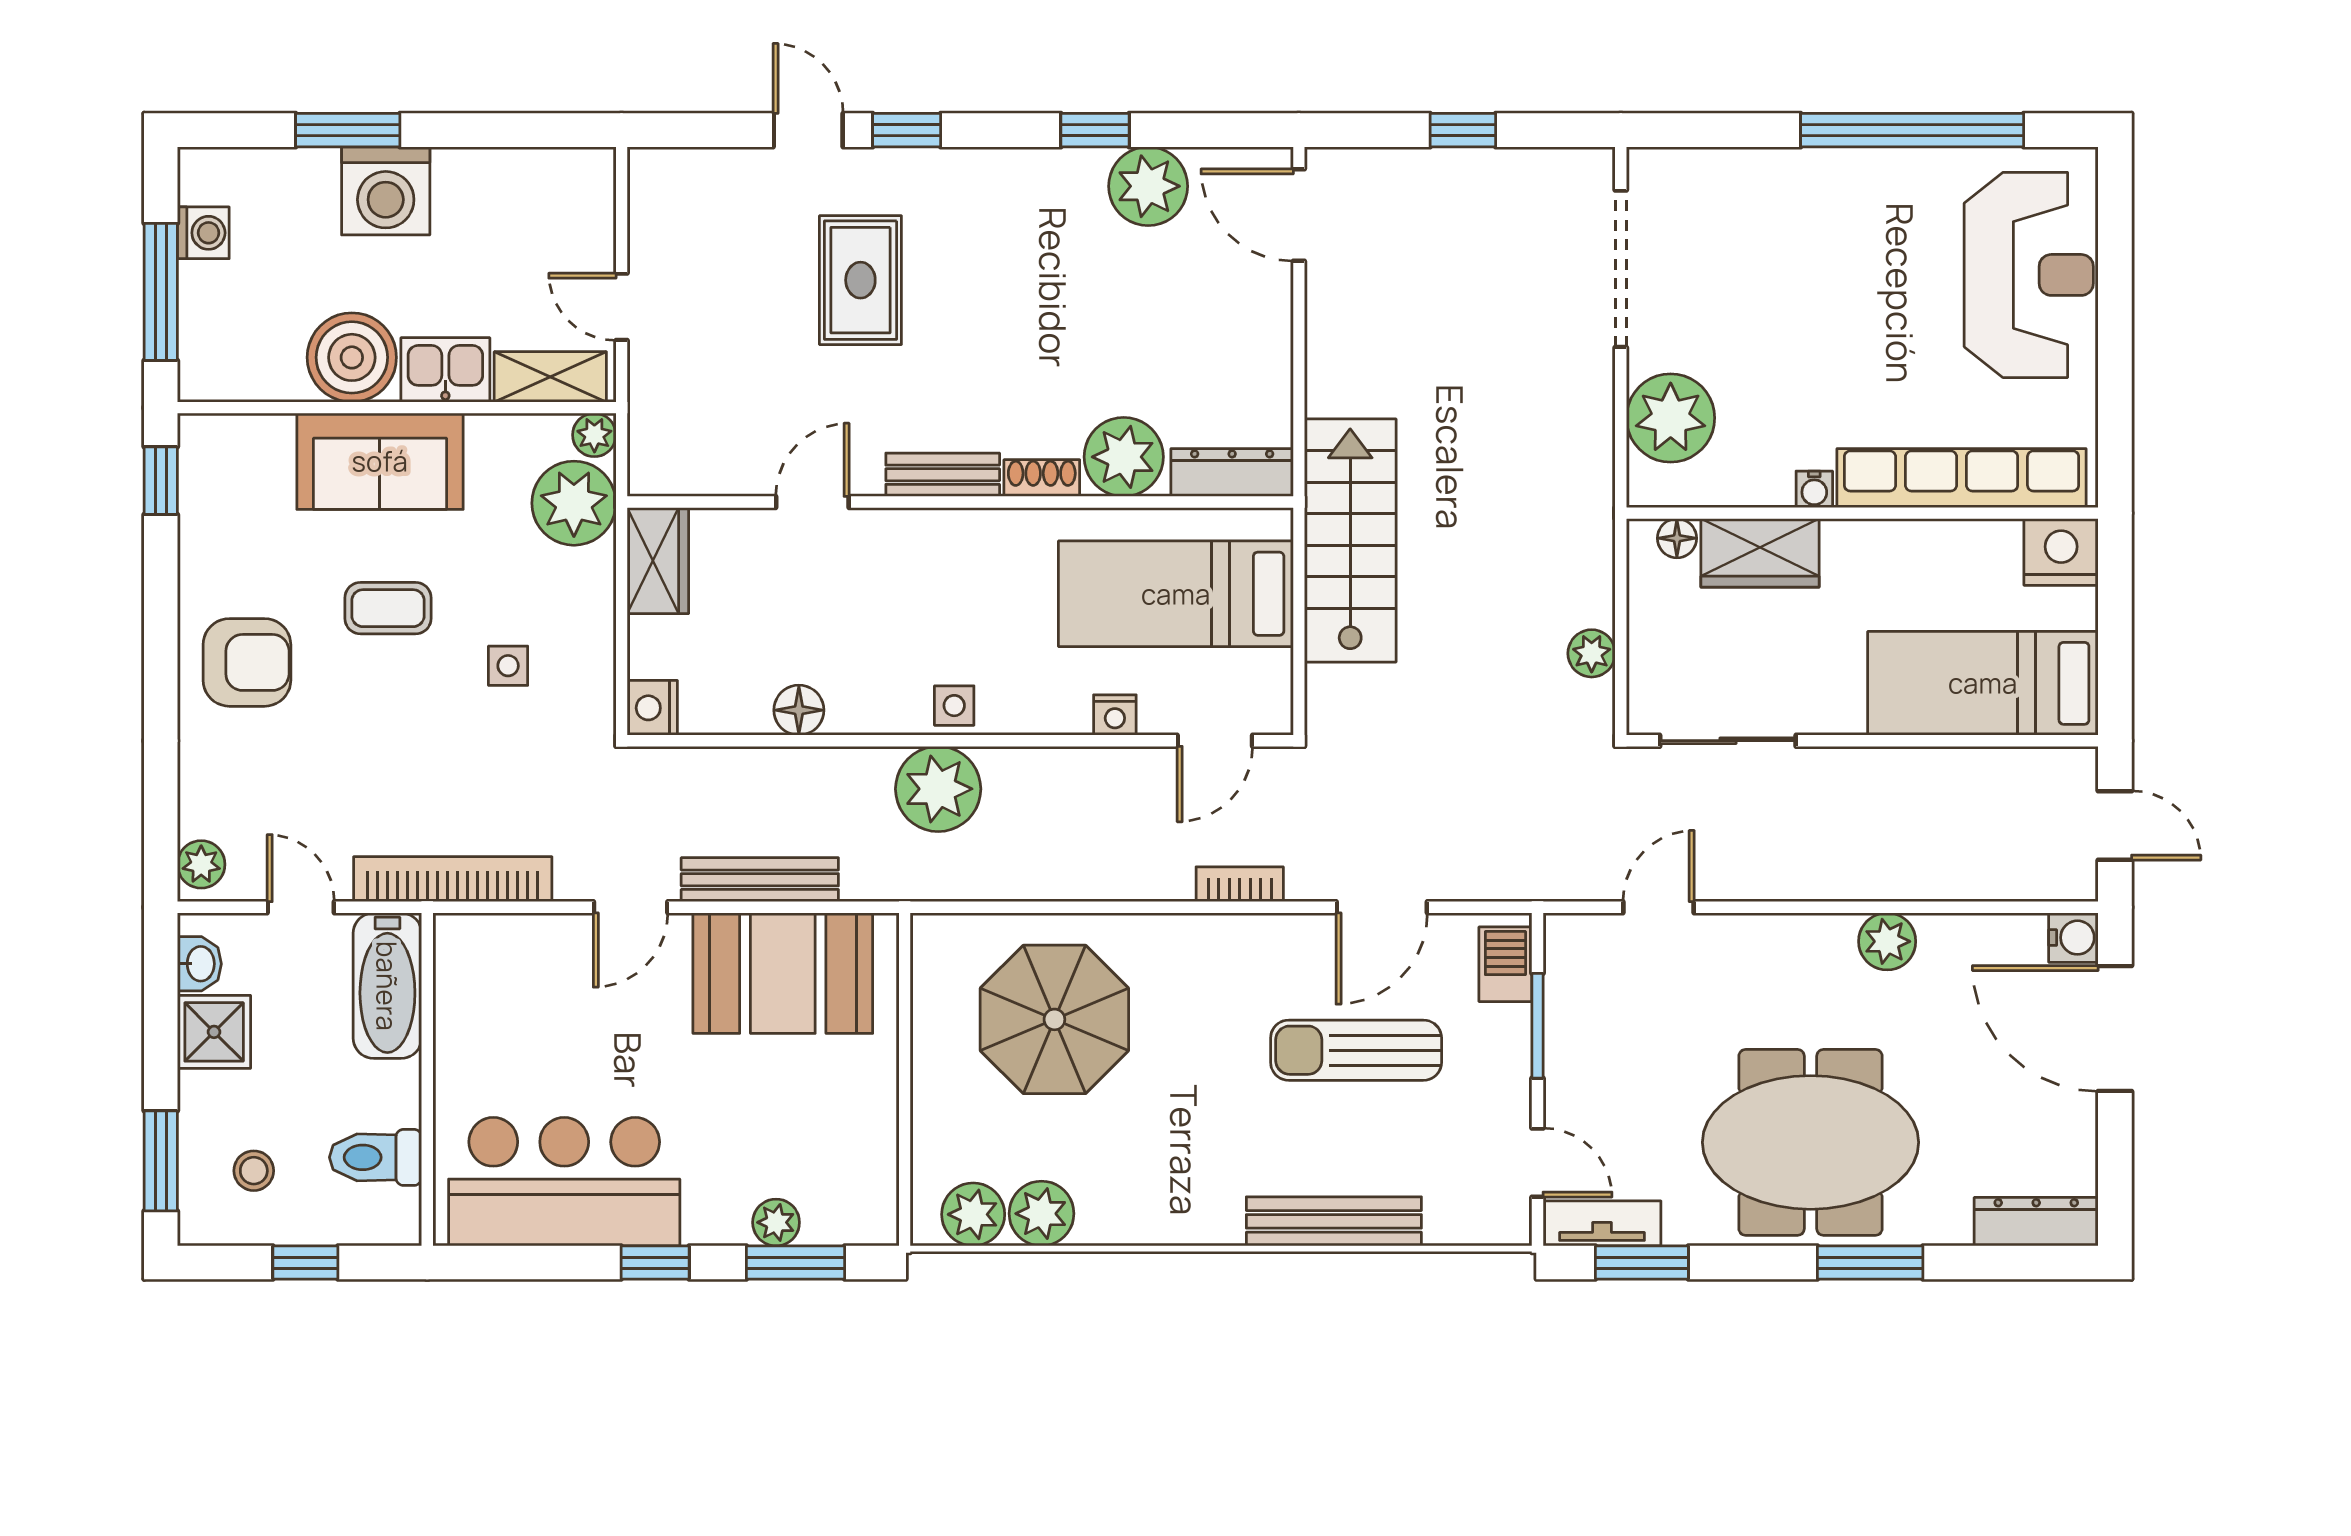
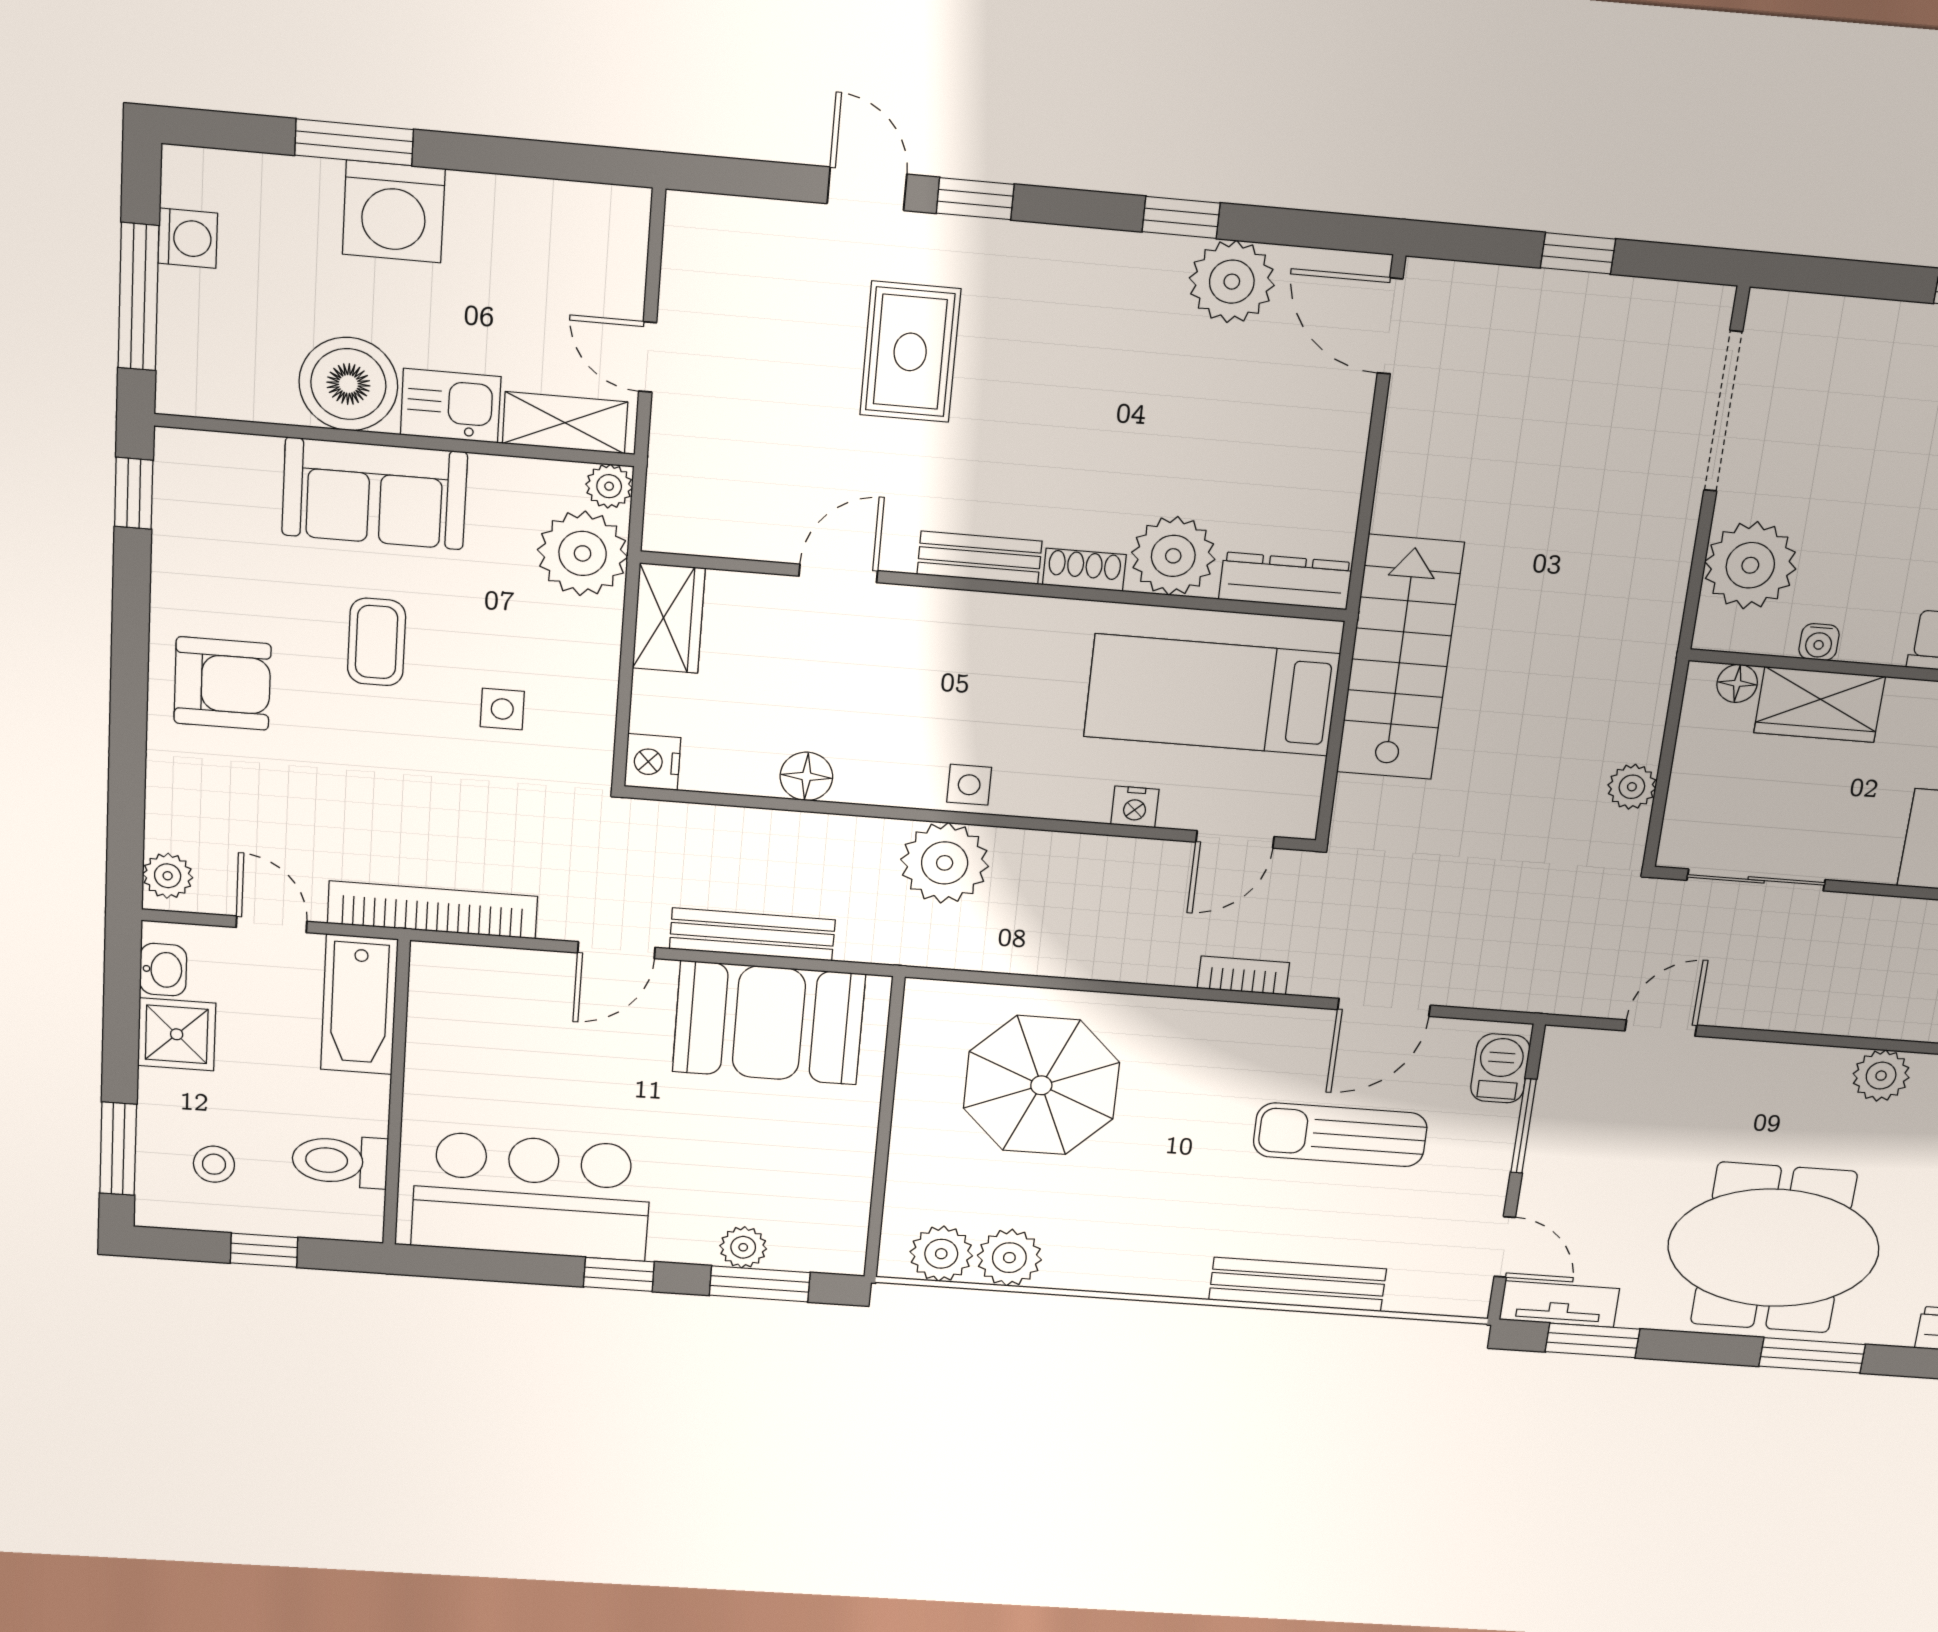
water cooler: (1814, 489) -> (1819, 642), moved
coffee table: (388, 608) -> (377, 642), turned 90

